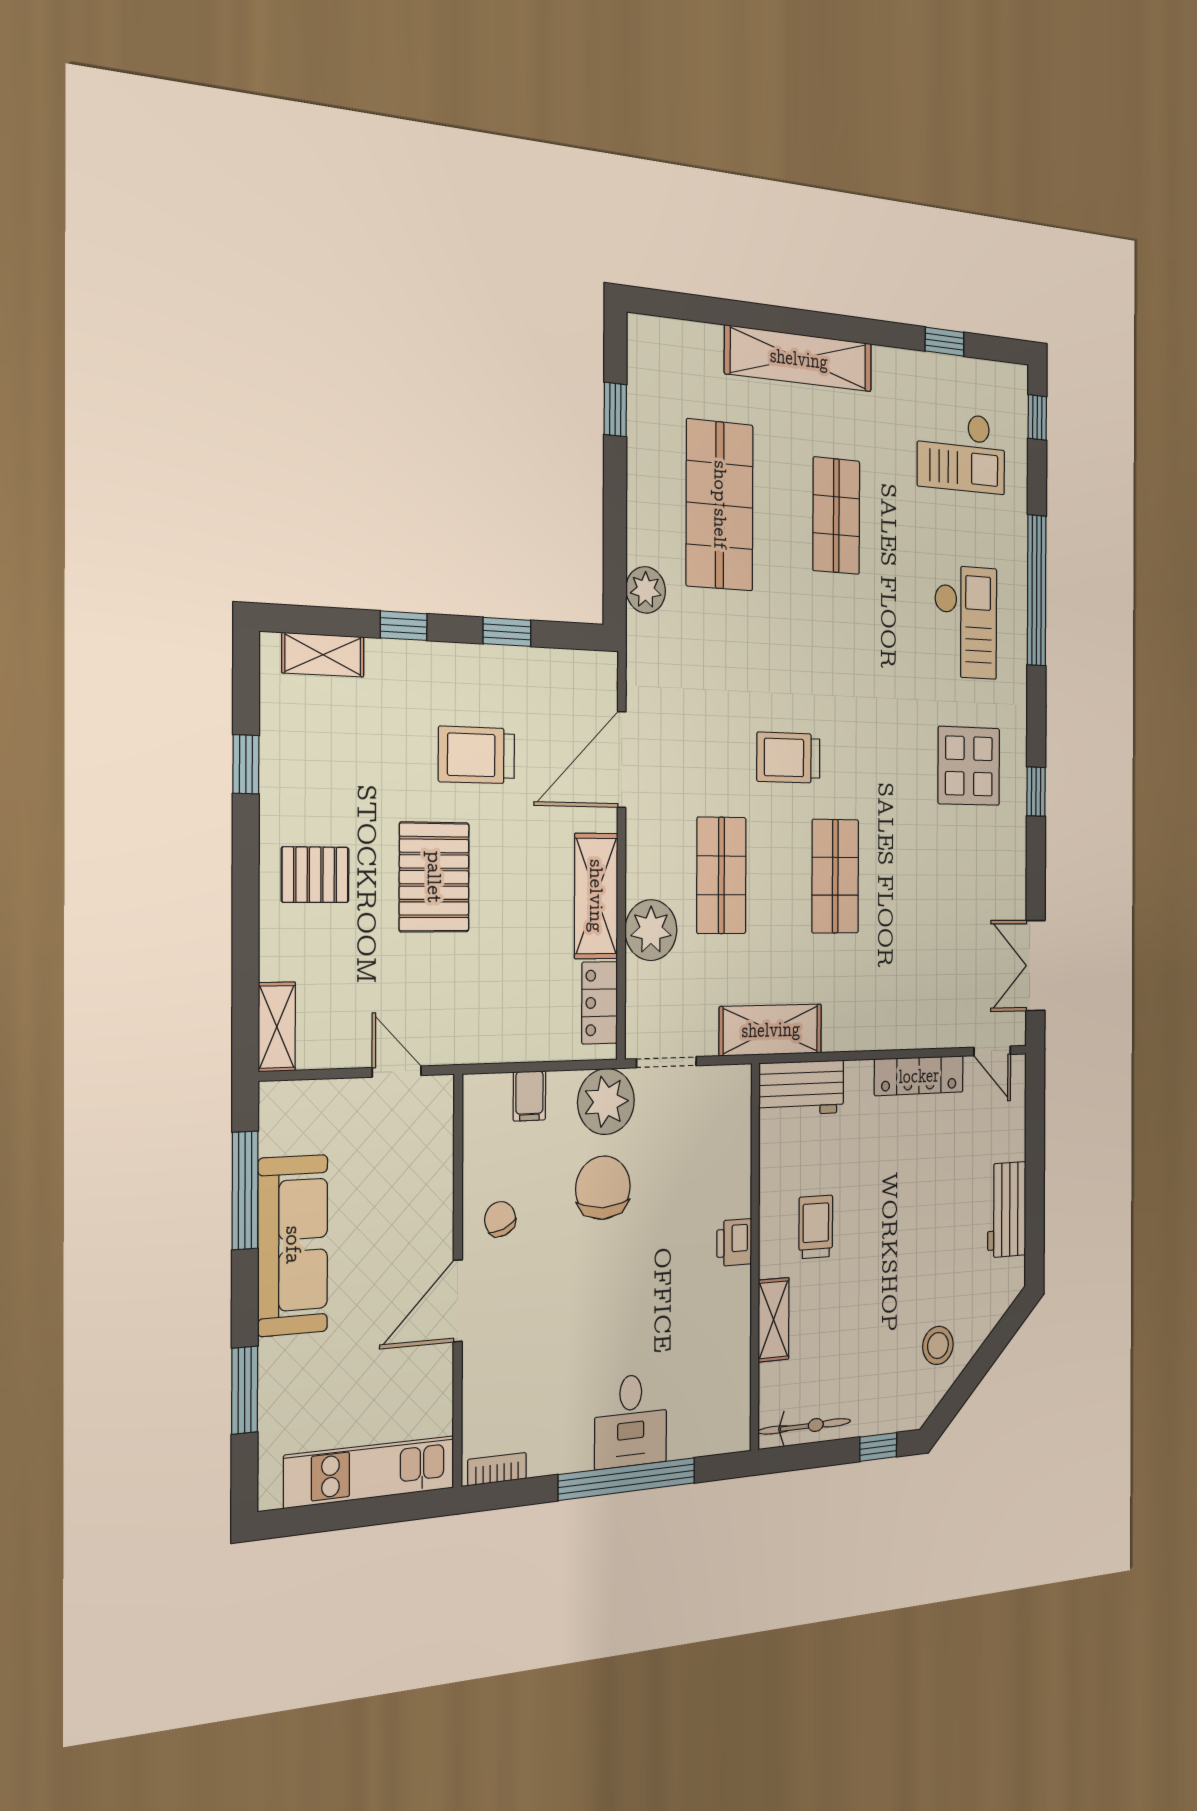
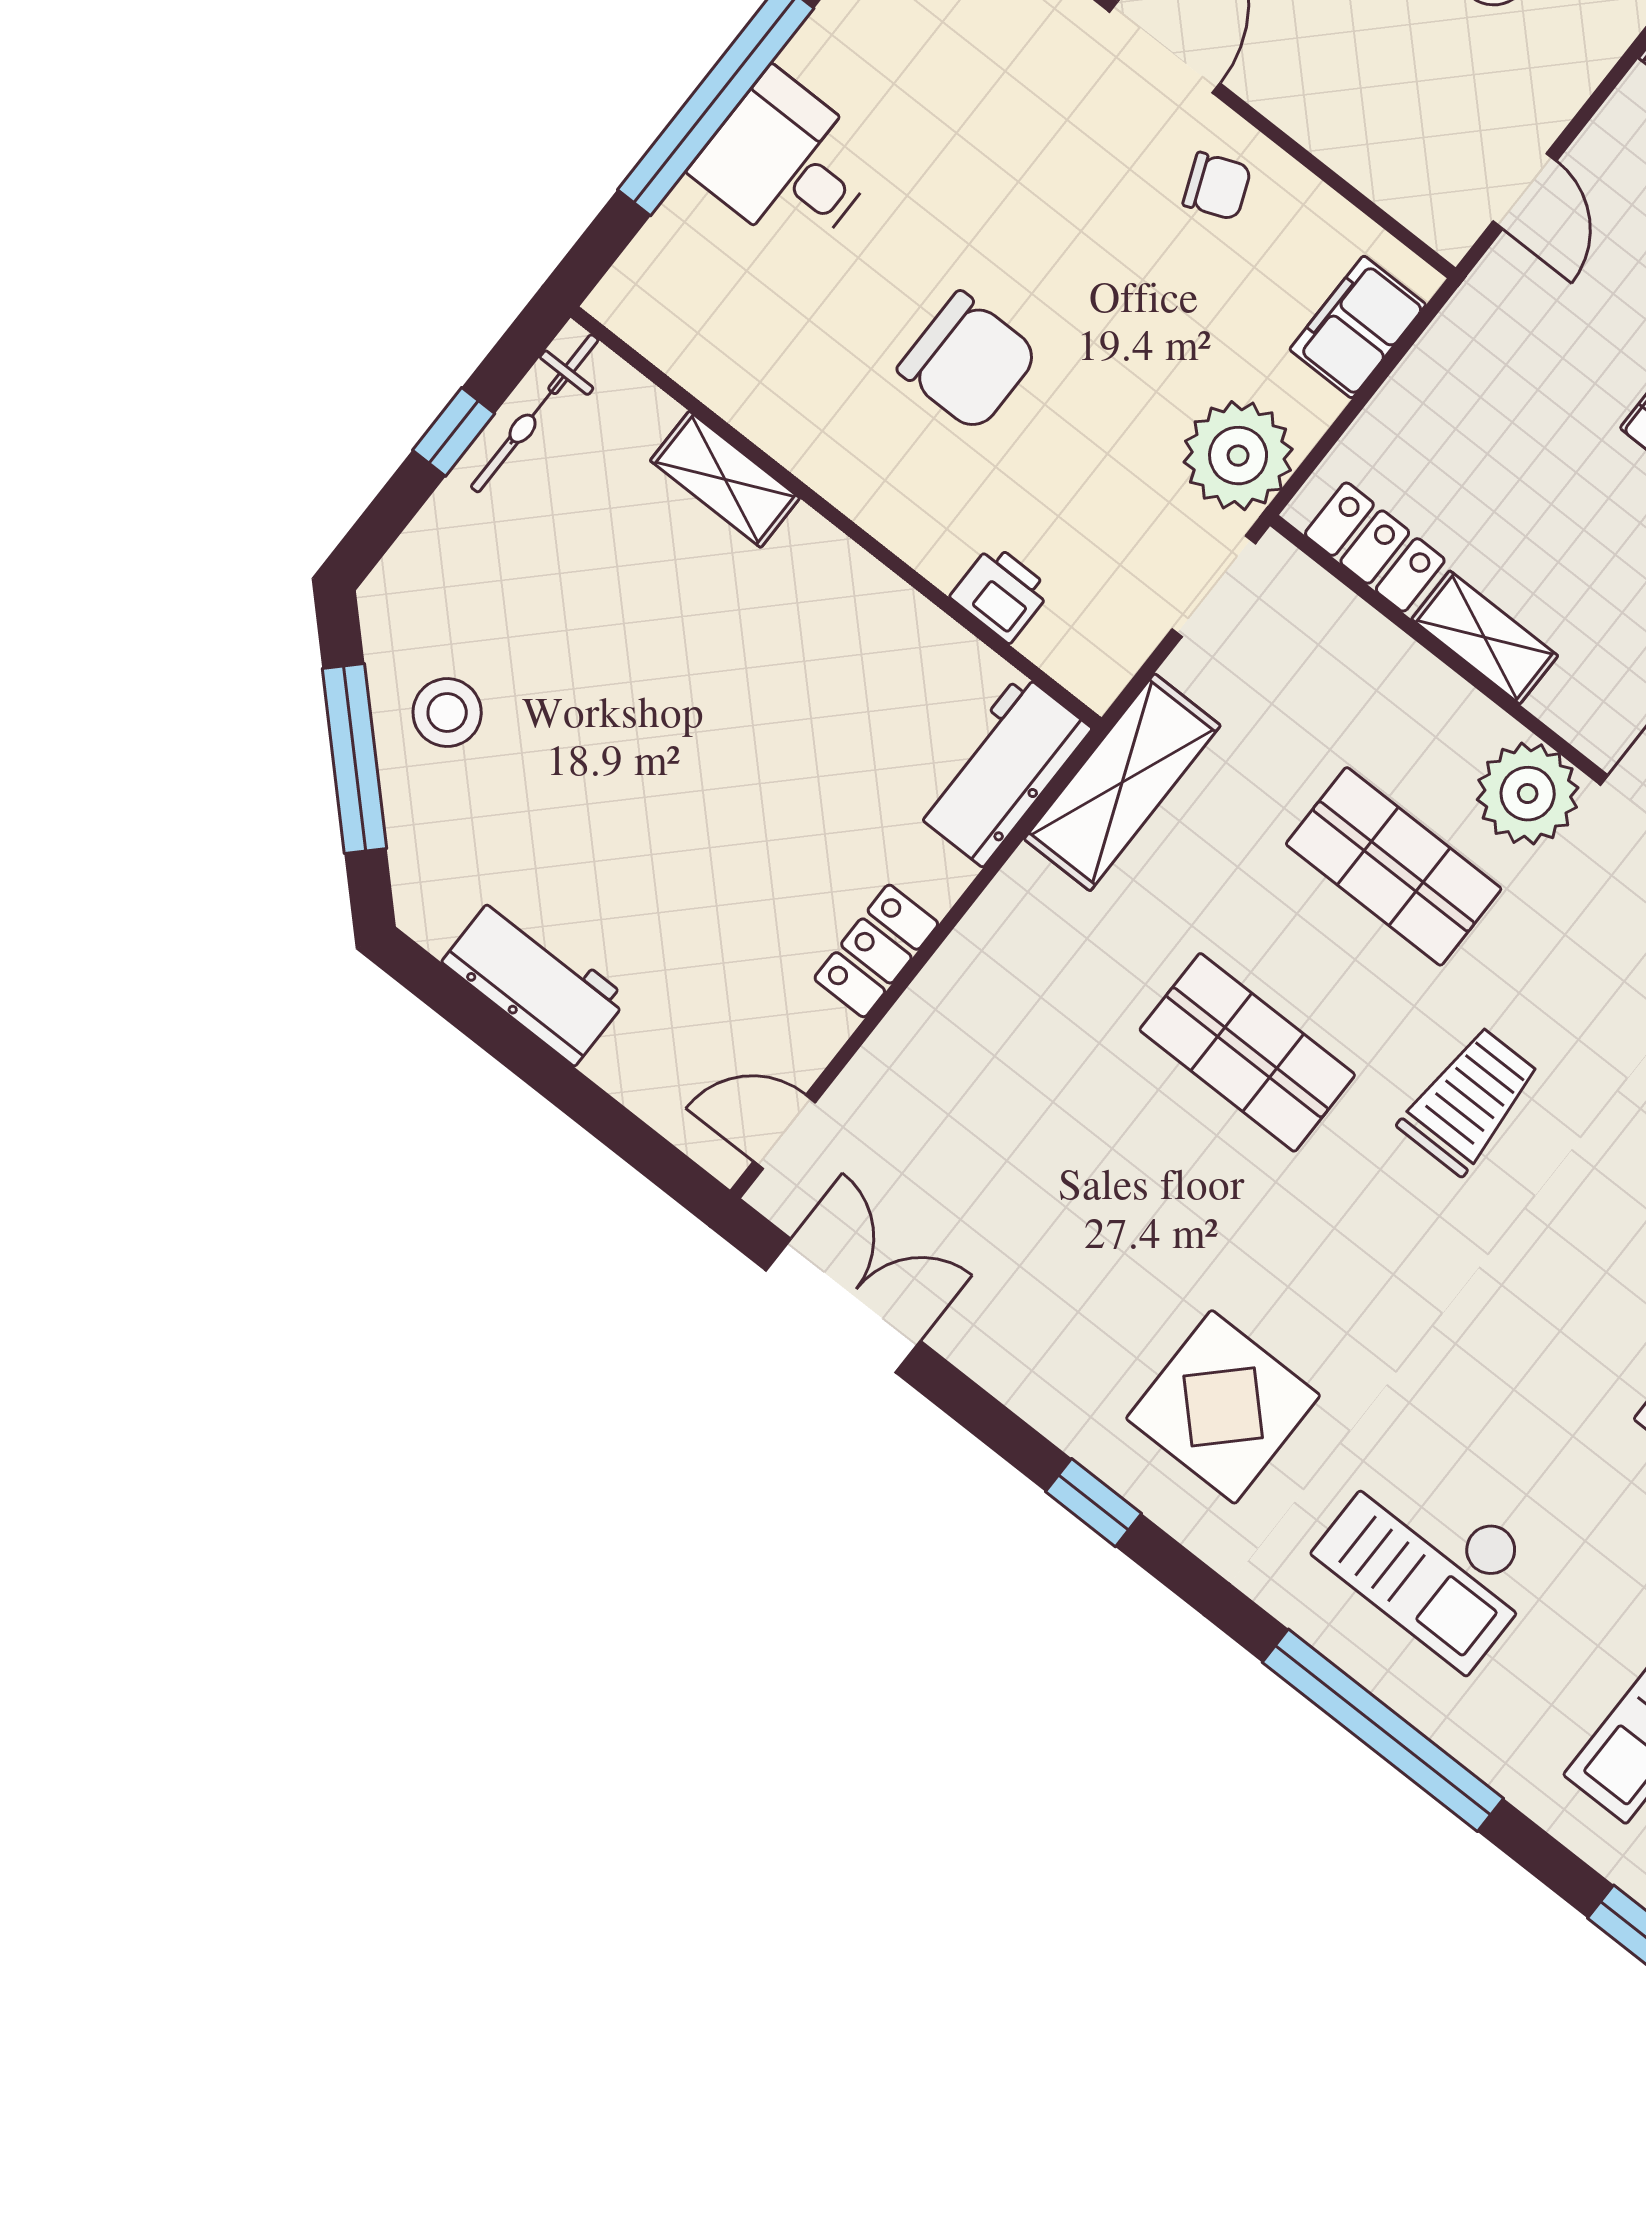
shelving: (596, 896) -> (1485, 637), width x0.67, depth x0.75
plant: (651, 930) -> (1528, 794), moved
door: (397, 1072) -> (1525, 191), hinge flipped
locker: (919, 1076) -> (876, 951), width x0.66
filing cabinet: (529, 1096) -> (1358, 327), width x2.00
chair: (603, 1188) -> (968, 361), moved
trolley: (816, 1227) -> (792, 644), removed
printer: (734, 1242) -> (1001, 593), moved
window: (979, 1366) -> (354, 759), added
window: (878, 1447) -> (454, 432), moved

